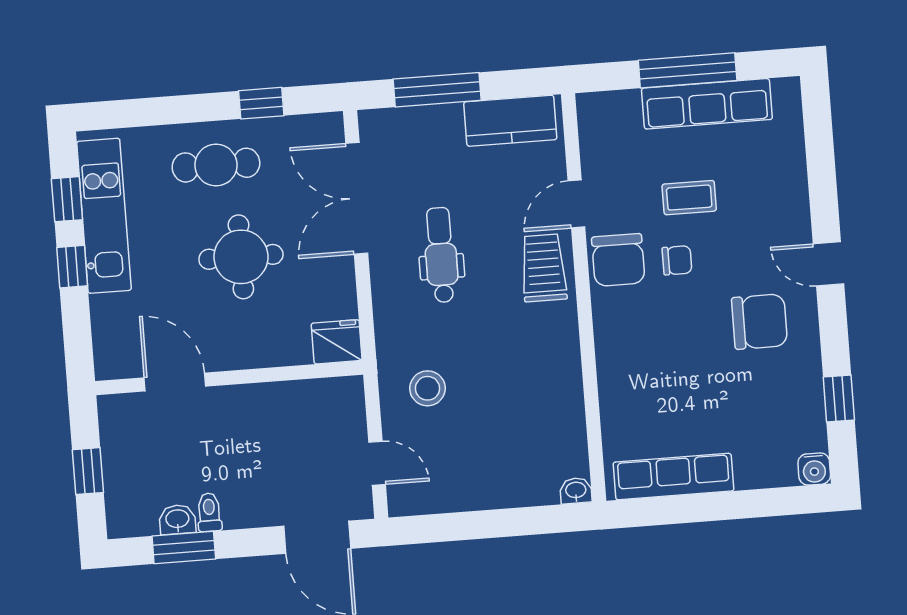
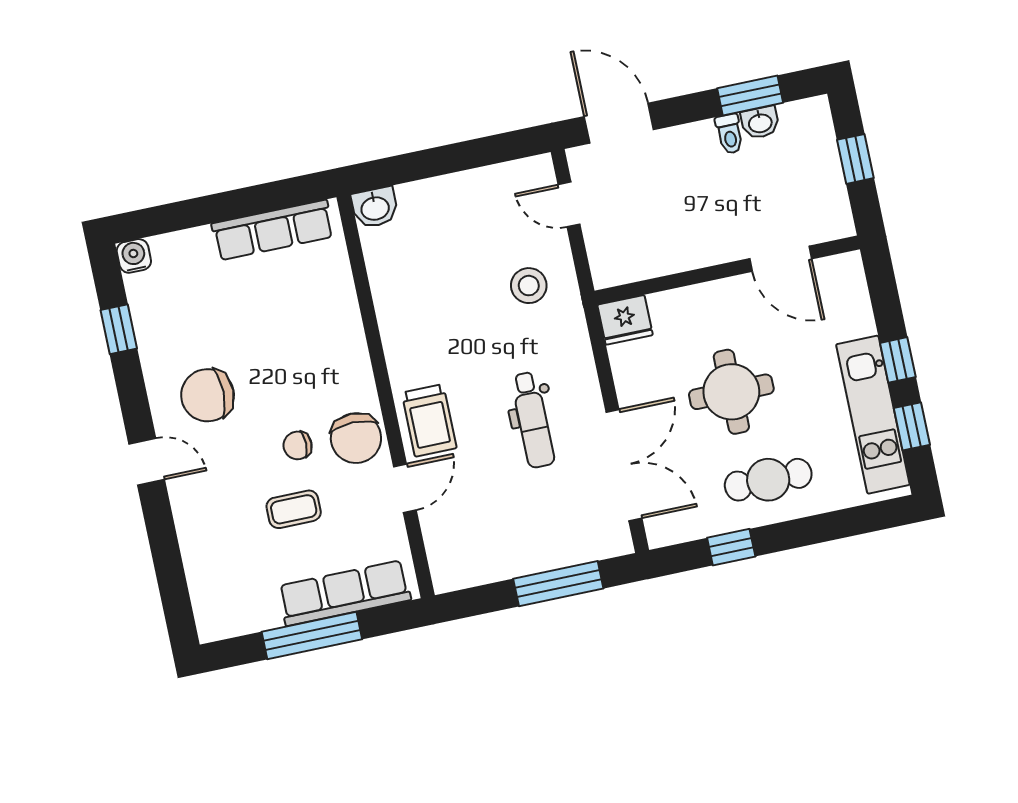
row of seats: (707, 104) -> (344, 593), moved
kitchen counter: (510, 121) -> (481, 562), removed
chair: (618, 260) -> (356, 438), turned 180
washbasin: (576, 491) -> (375, 208), width x1.38, depth x1.45

